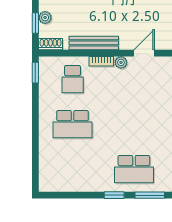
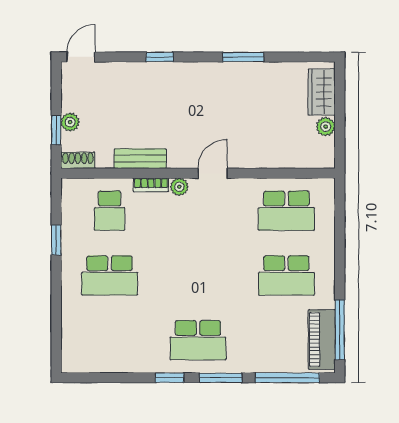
bench: (94, 43) -> (140, 159), width x0.73
window: (35, 73) -> (56, 240), moved

